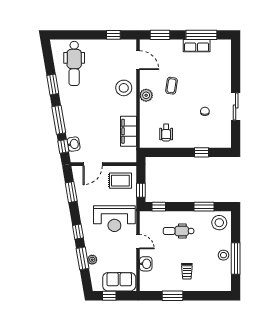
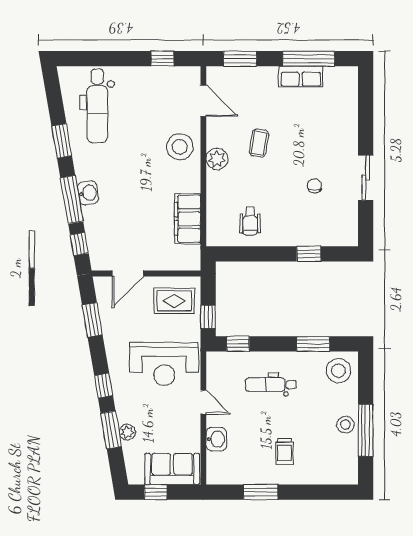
washbasin: (74, 144) -> (88, 193), moved

